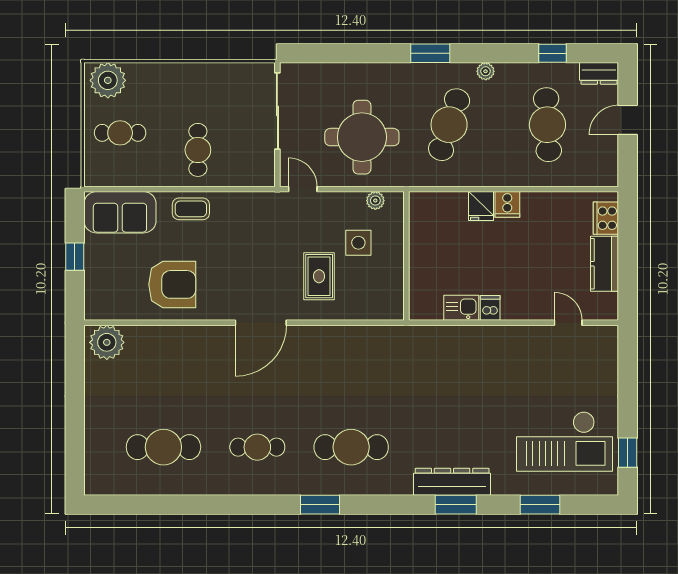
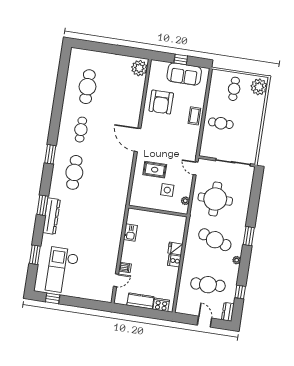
door: (303, 189) -> (196, 168), swing flipped
sofa: (120, 212) -> (184, 74), moved, turned -90
dishwasher: (490, 308) -> (125, 267), moved
window: (456, 505) -> (42, 205), moved

